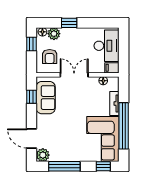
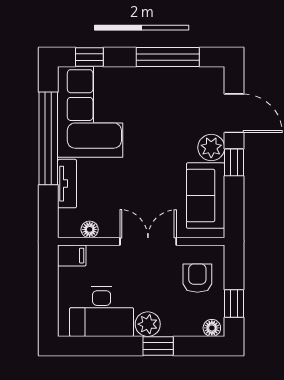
plant: (54, 34) -> (148, 324), moved
desk: (107, 46) -> (102, 312), moved, turned -90
double door: (74, 75) -> (148, 241), swing flipped
window: (32, 97) -> (234, 162), moved
plant: (43, 155) -> (211, 148), moved

